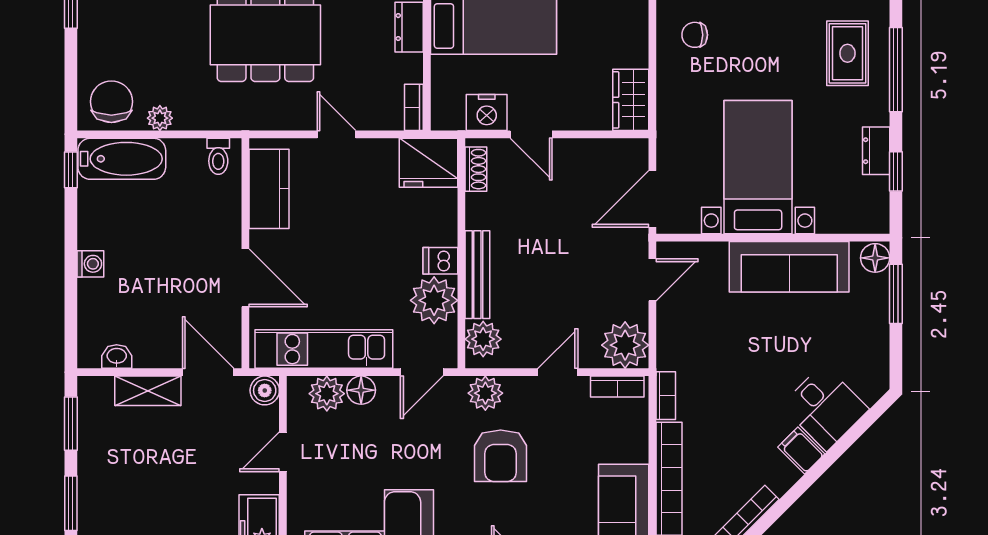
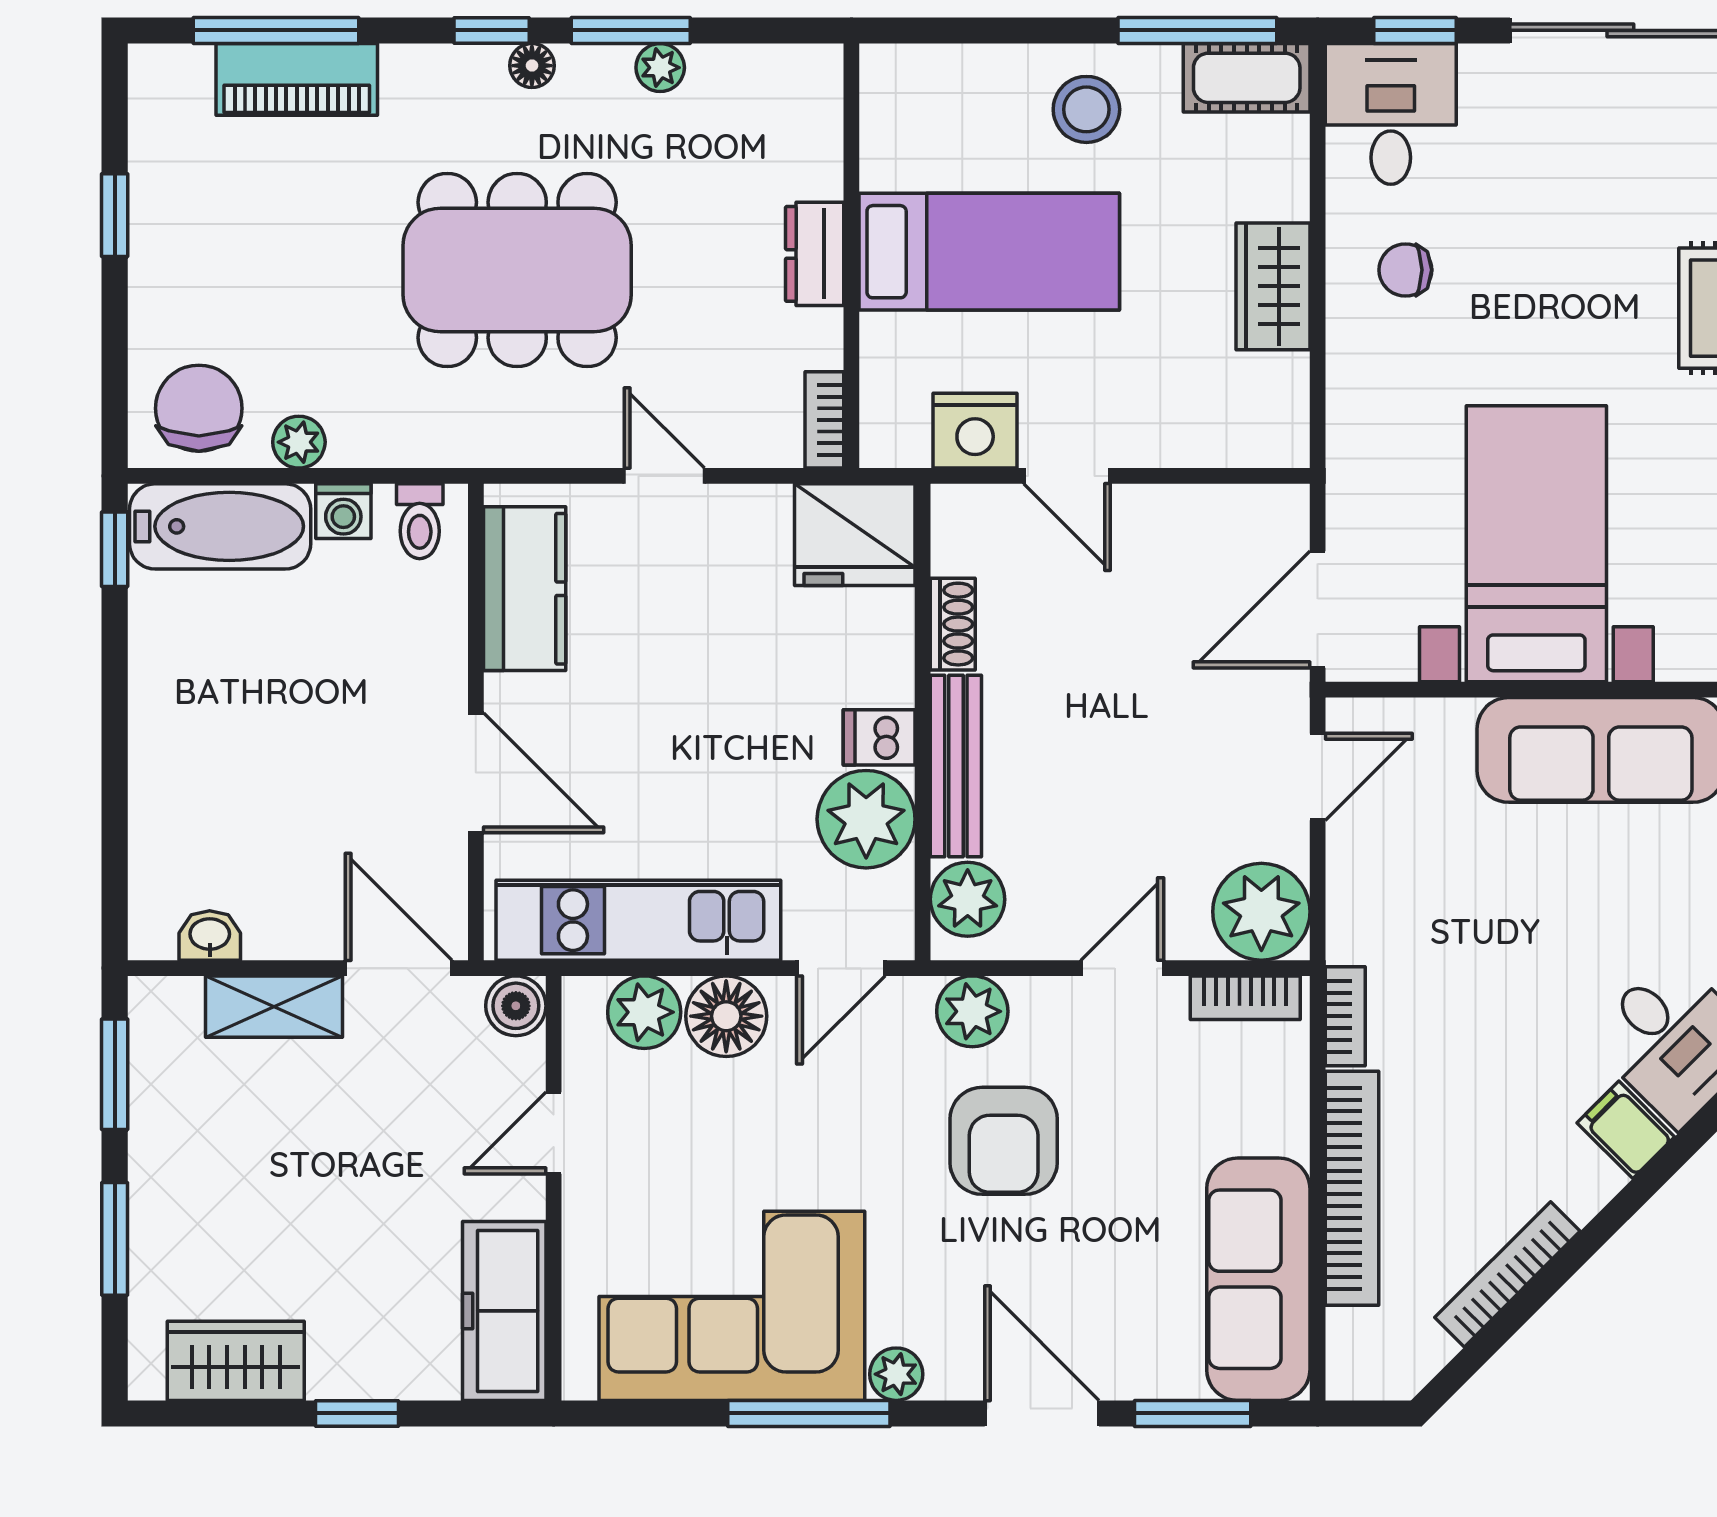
wardrobe: (631, 100) -> (1273, 286), moved
shoe rack: (476, 169) -> (953, 624), moved
washing machine: (90, 264) -> (343, 511), moved, turned 90
floor lamp: (361, 390) -> (726, 1016), width x1.38, depth x1.38

